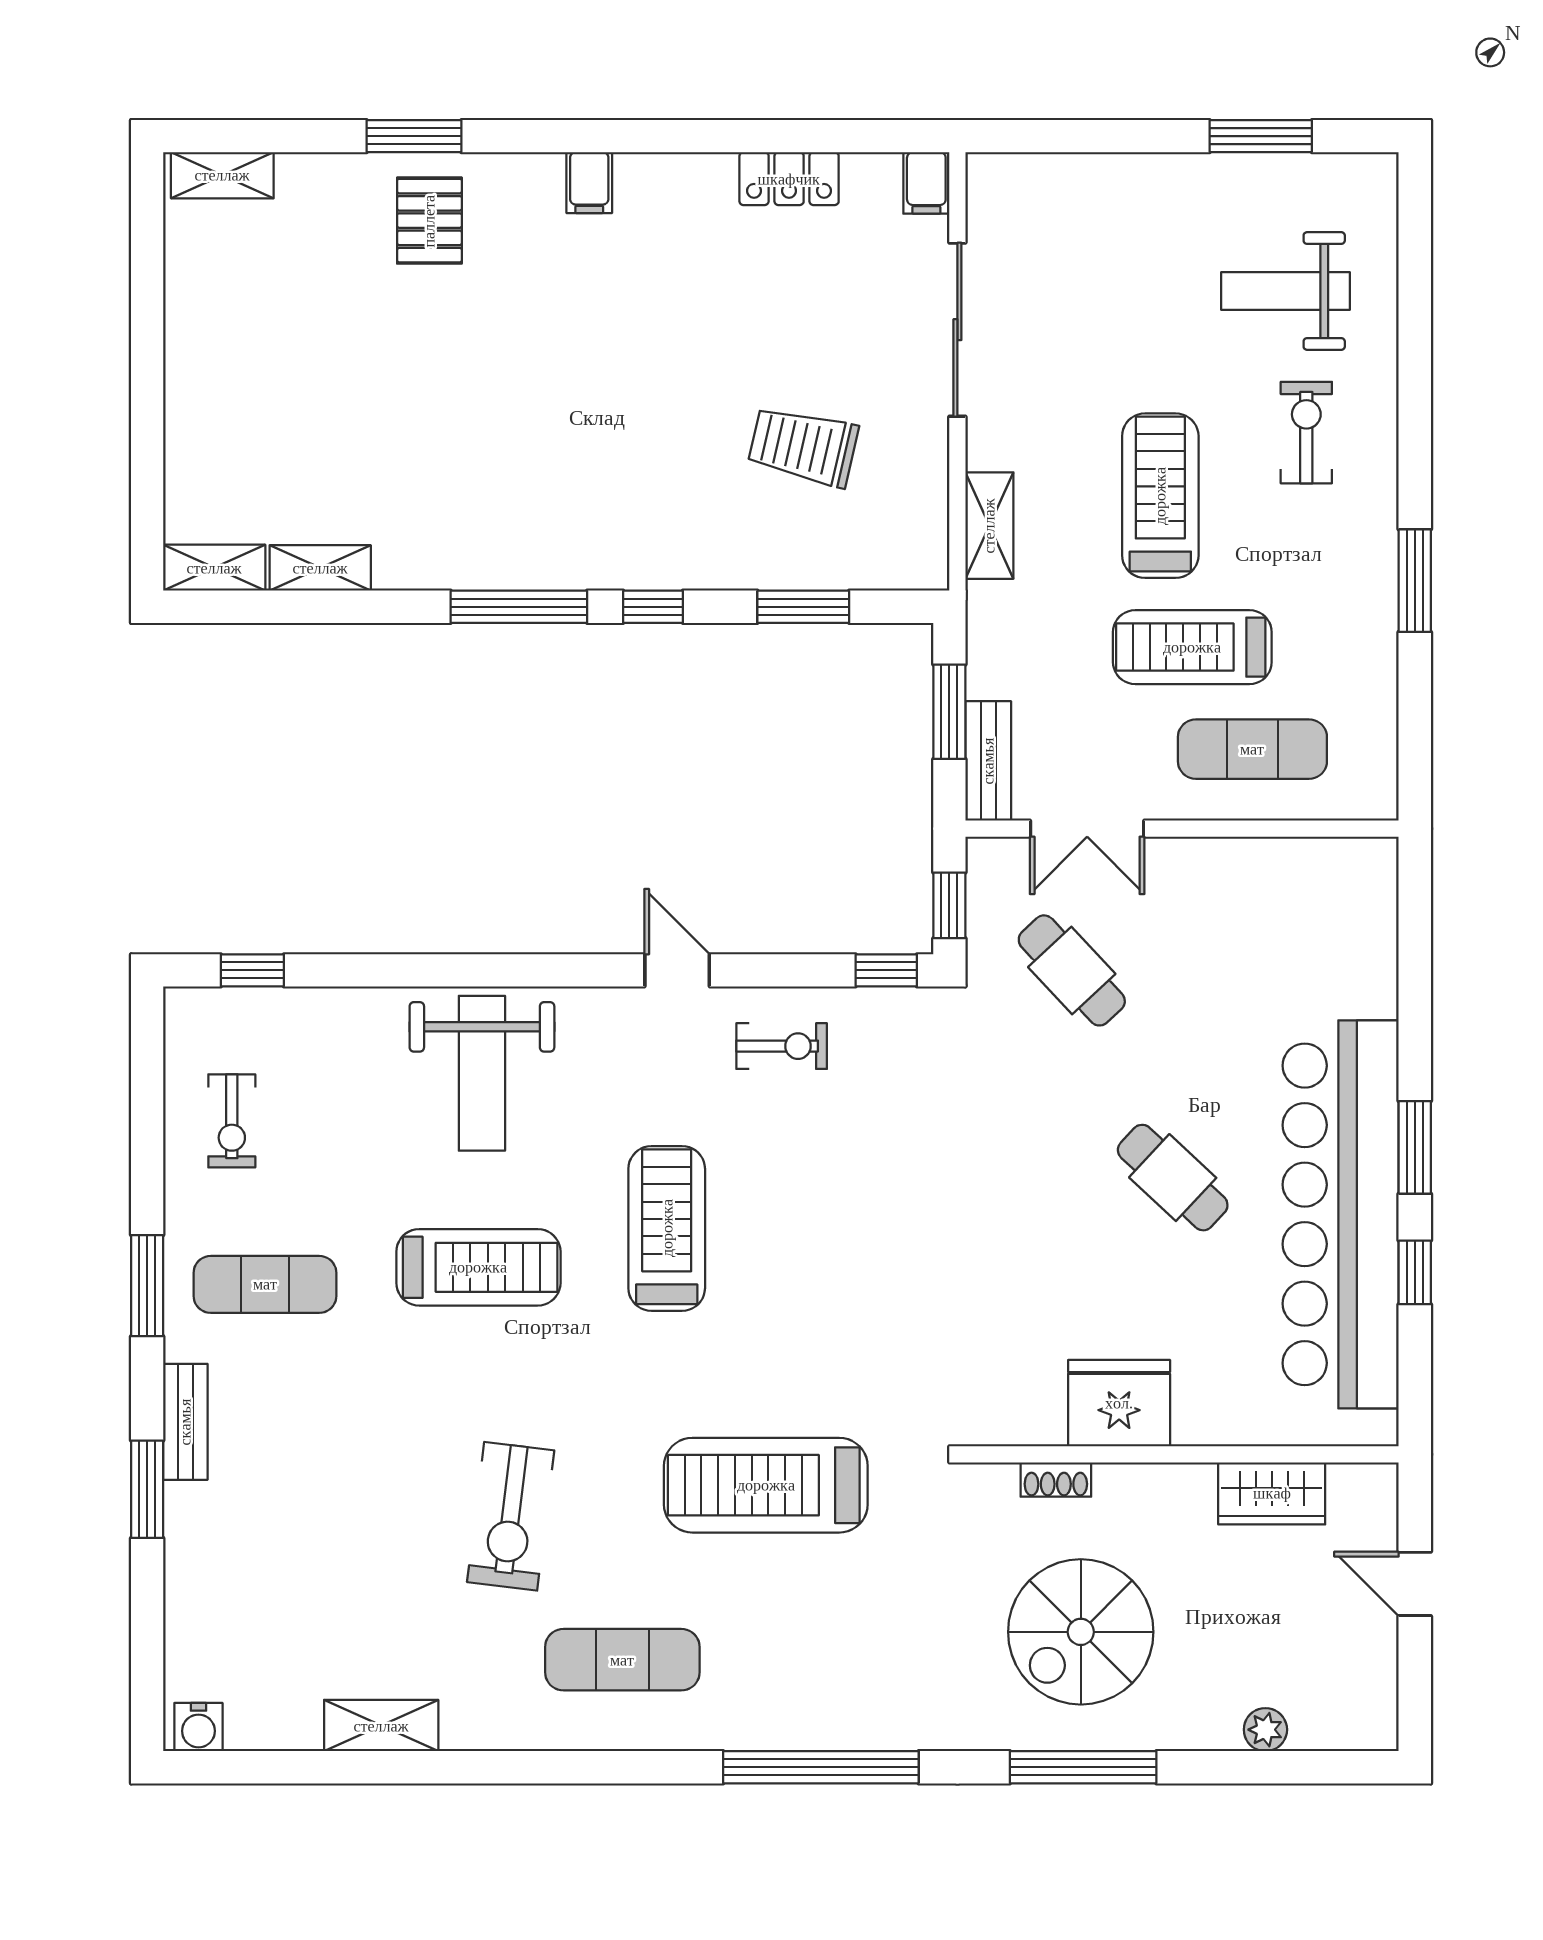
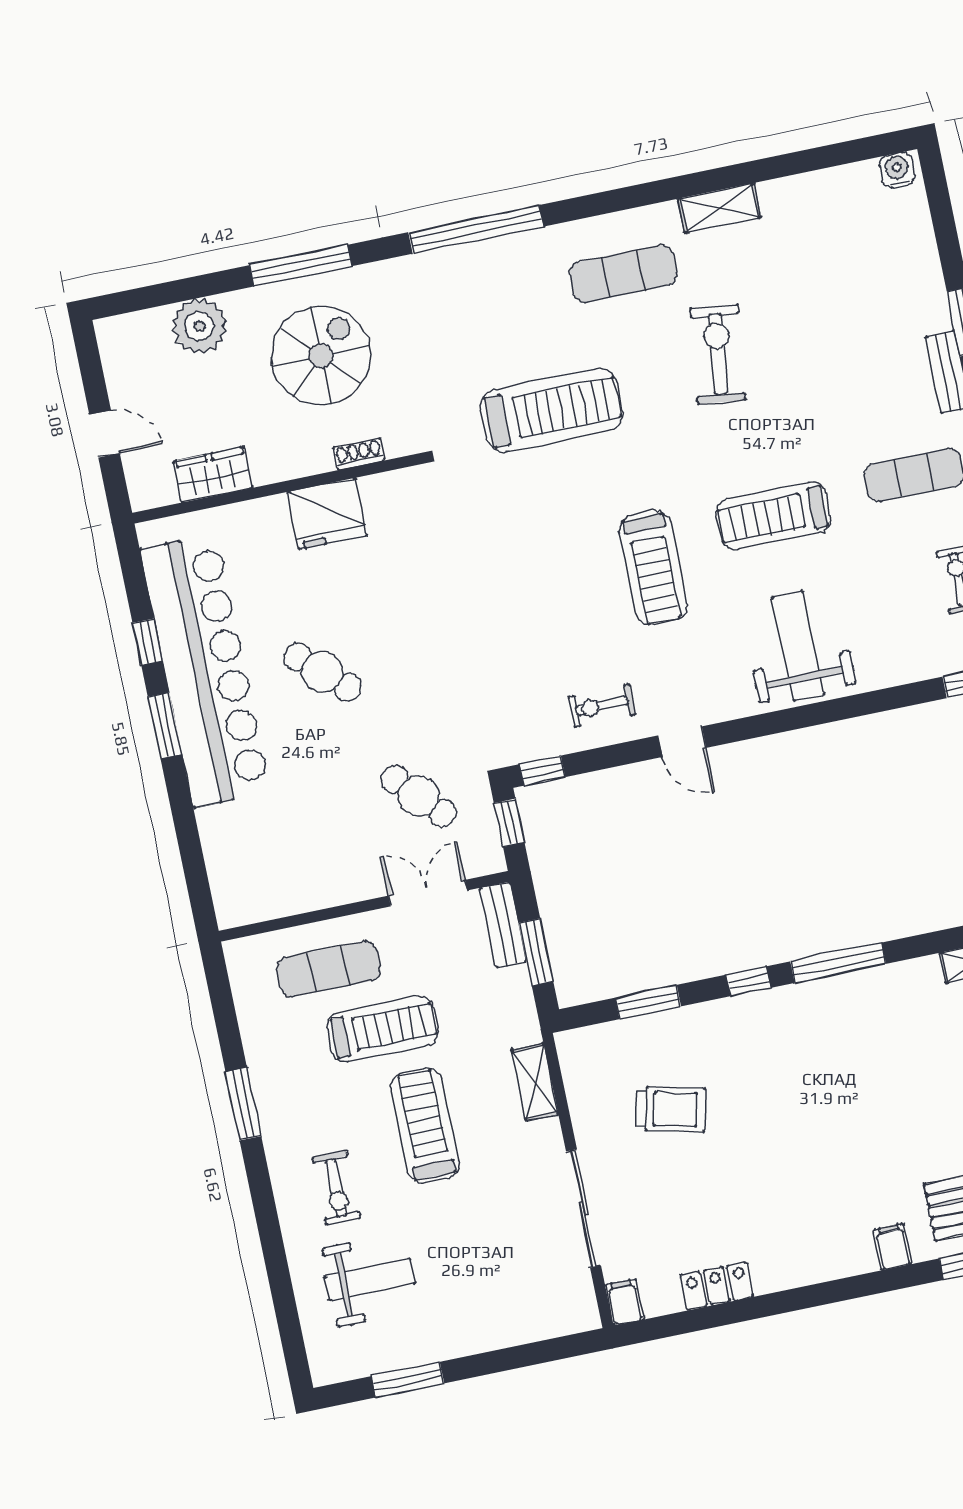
filing cabinet: (589, 183) -> (893, 1247), moved
treadmill: (1160, 496) -> (425, 1126), turned 180
shelving: (381, 1726) -> (720, 208), moved
plant: (1265, 1730) -> (199, 326), width x1.87, depth x1.87

